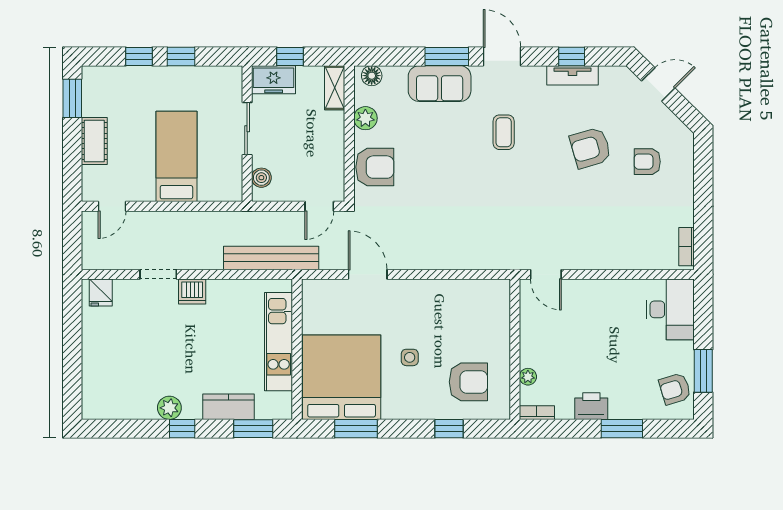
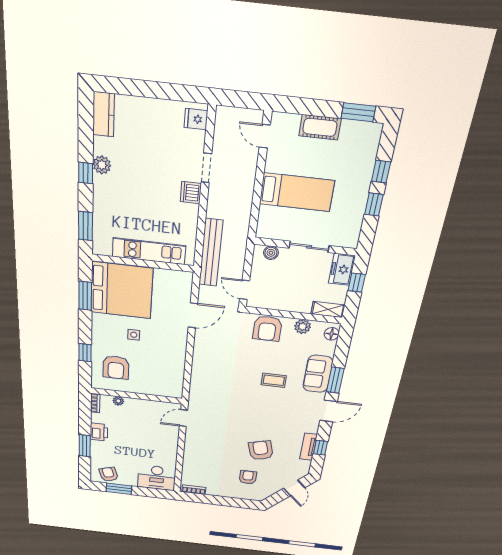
coffee table: (504, 132) -> (274, 380), moved
kitchen counter: (228, 407) -> (103, 114), moved

